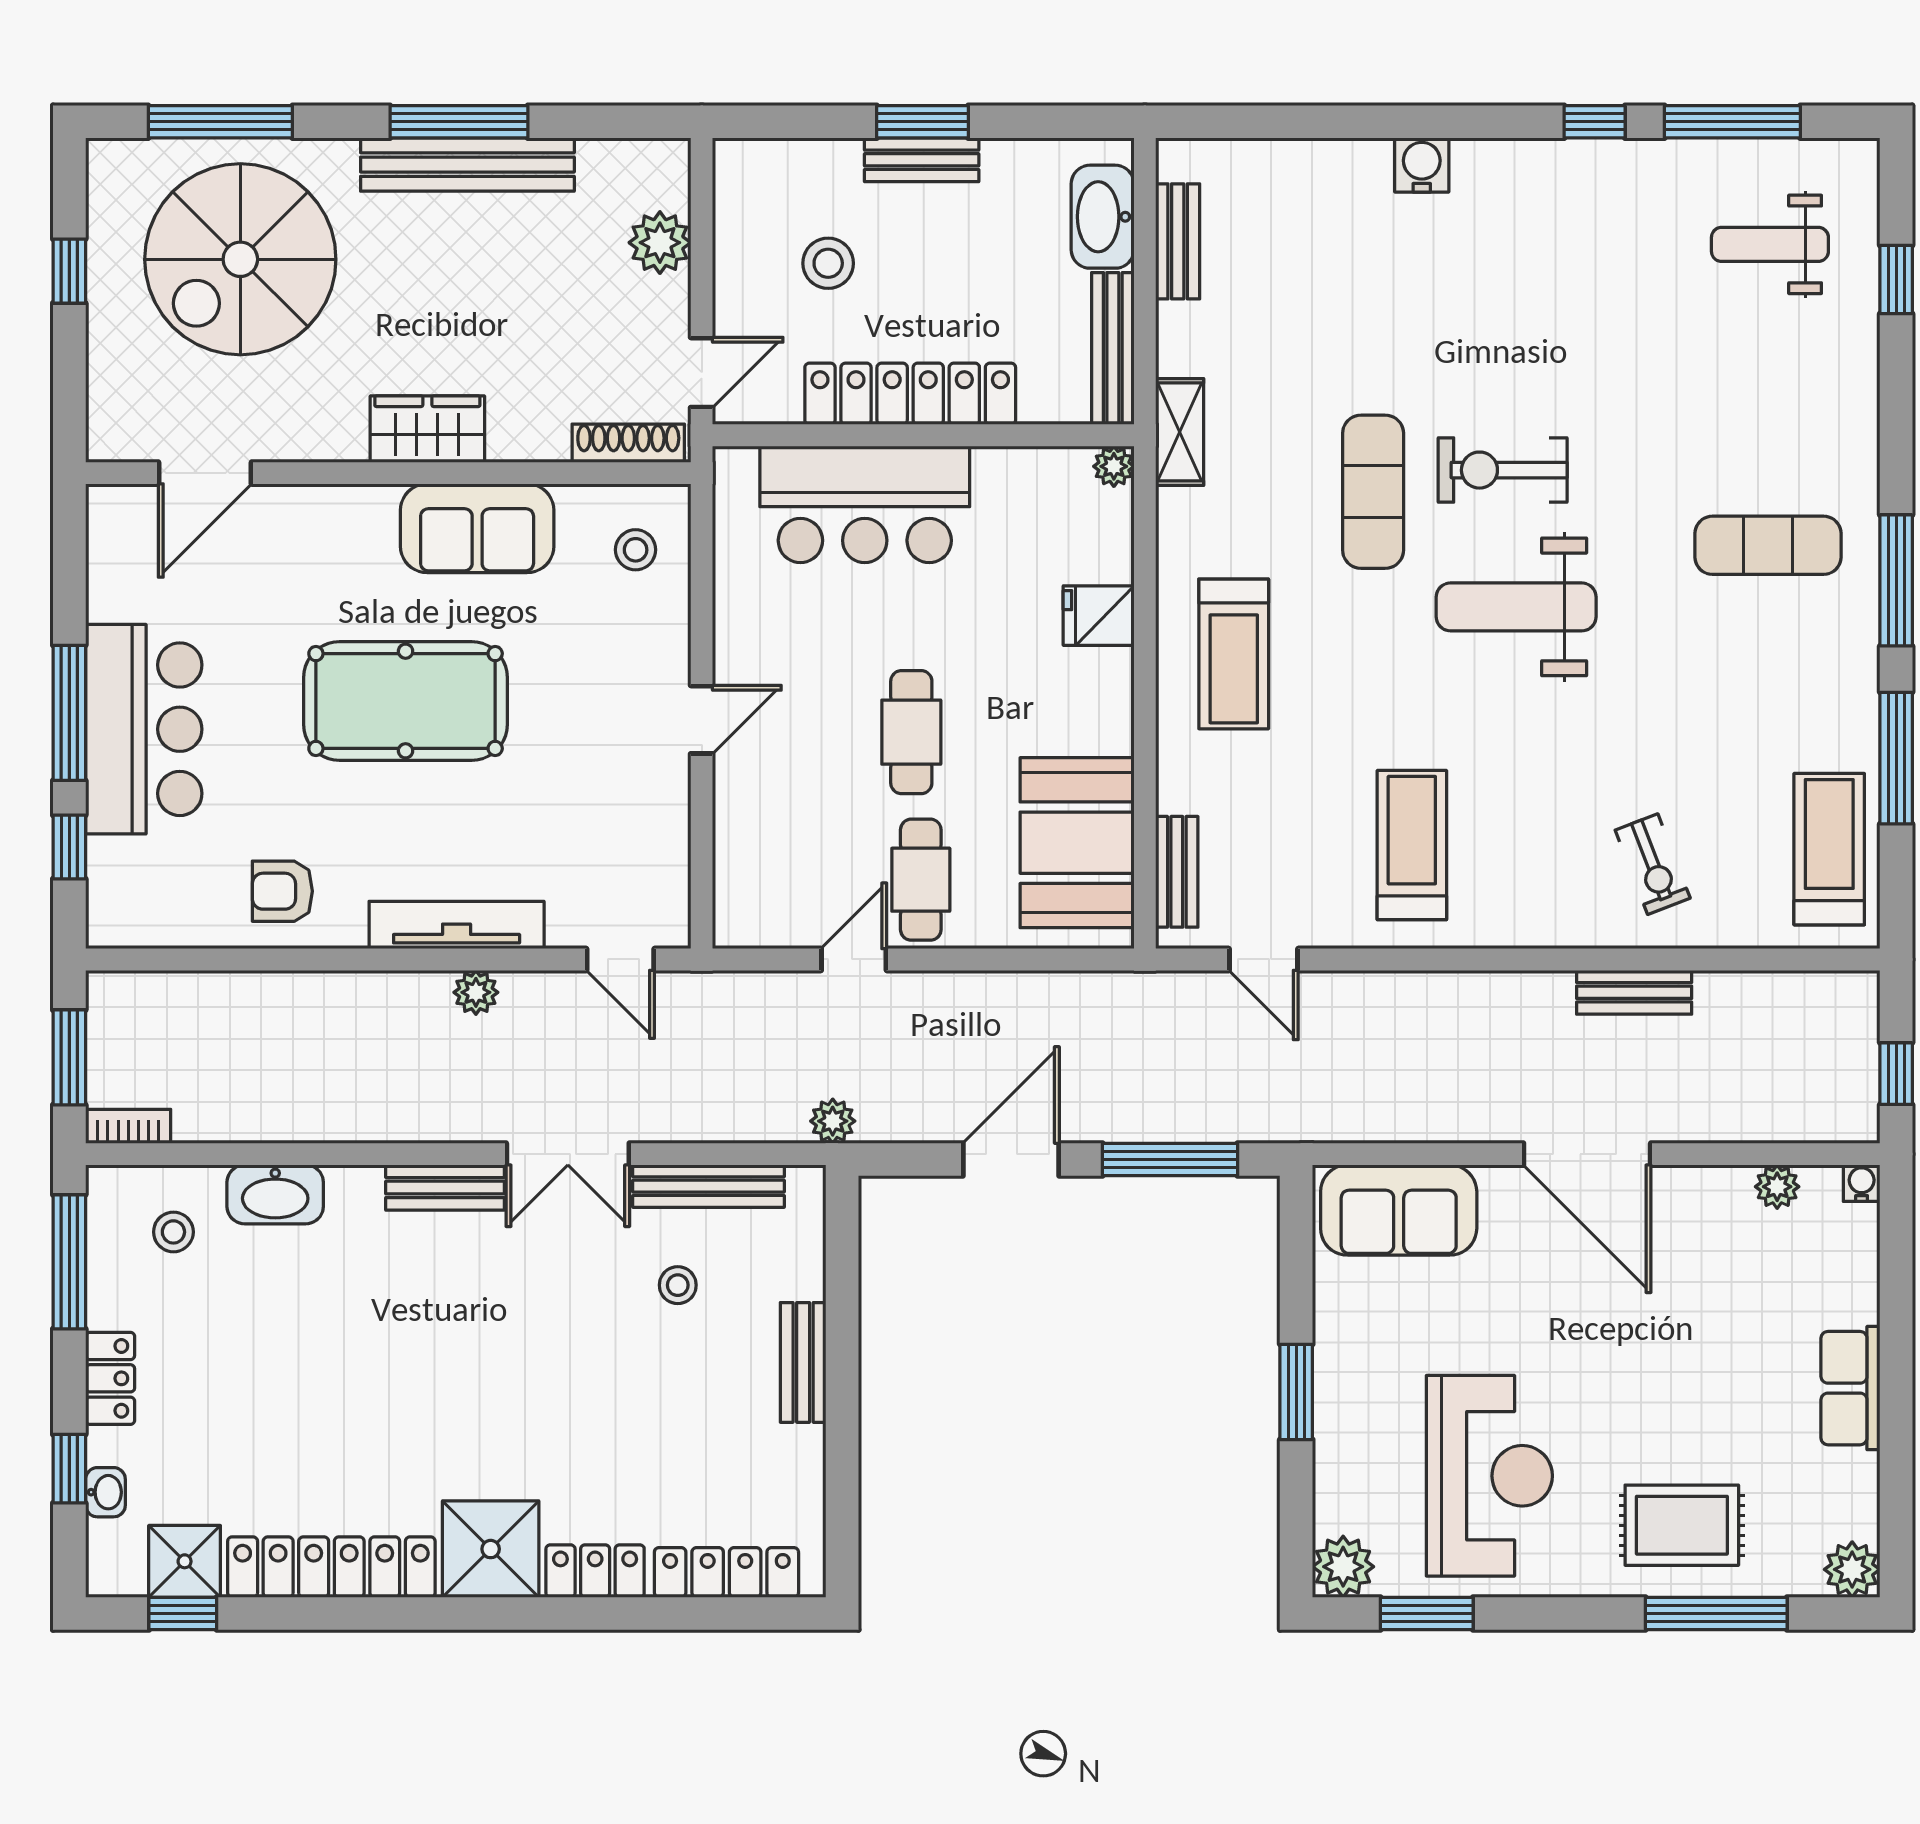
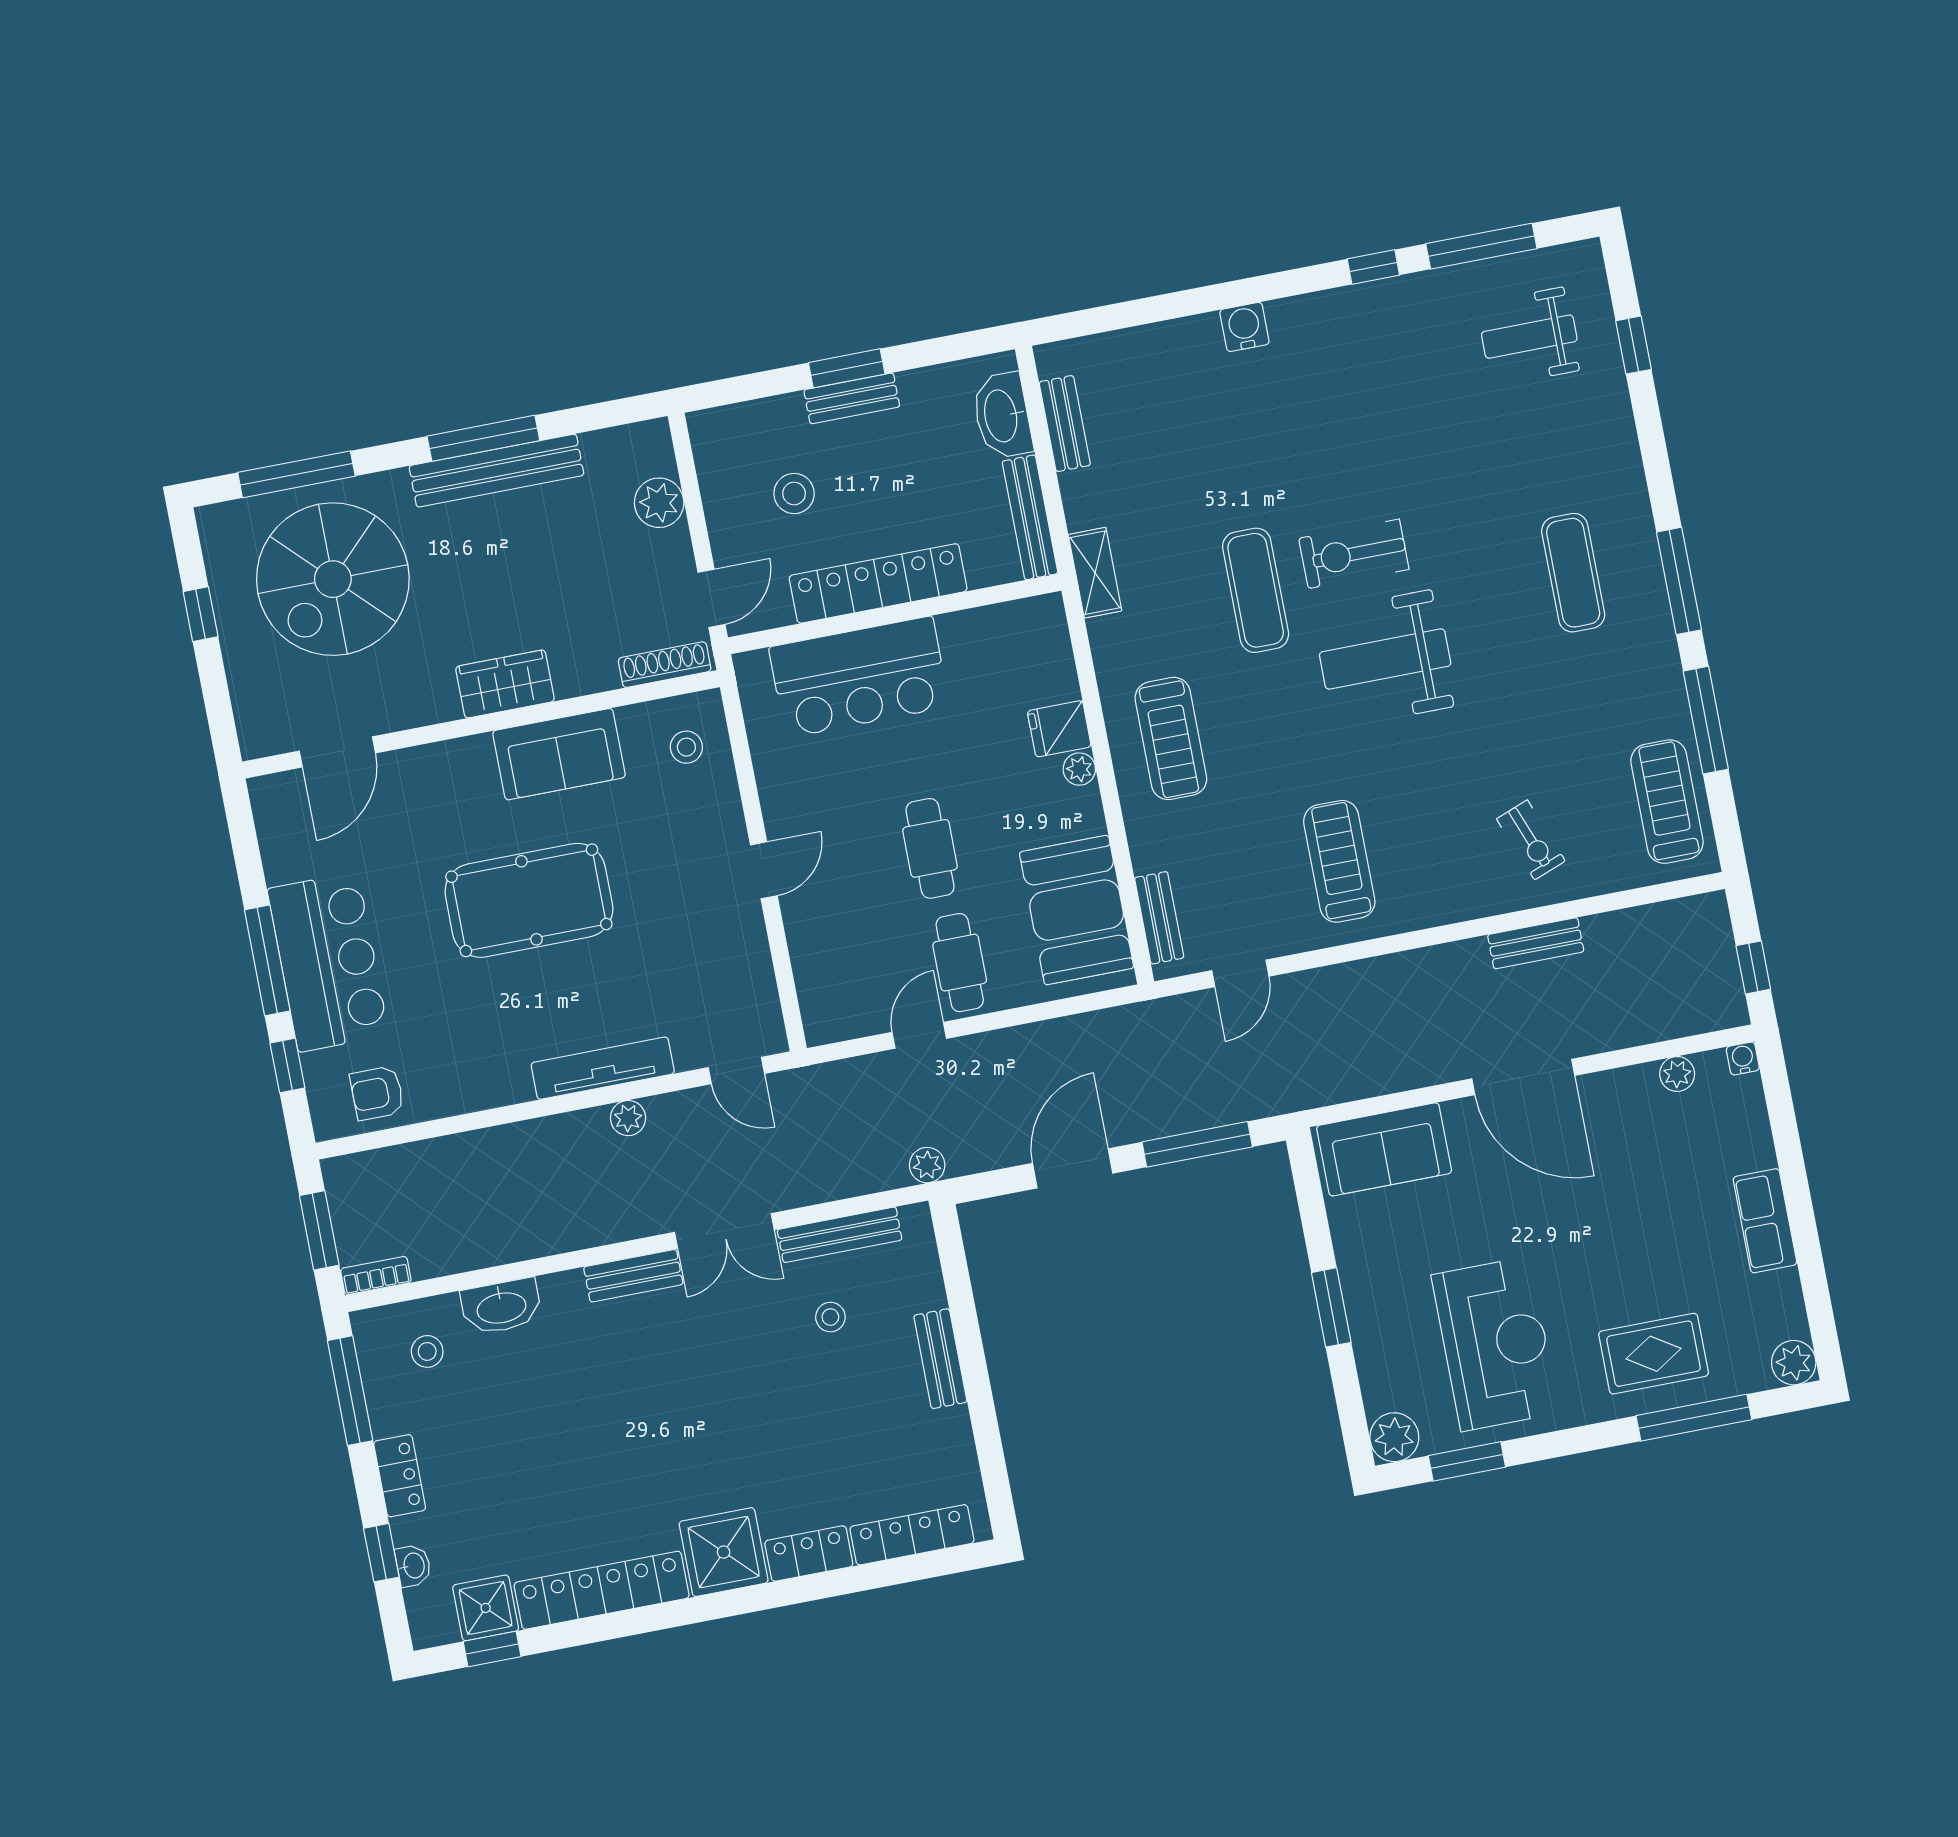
plant: (1114, 466) -> (1079, 769), moved
exercise mat: (1768, 545) -> (1573, 573), turned 90
armchair: (282, 891) -> (377, 1093), moved
door: (1264, 959) -> (1240, 973), hinge flipped

